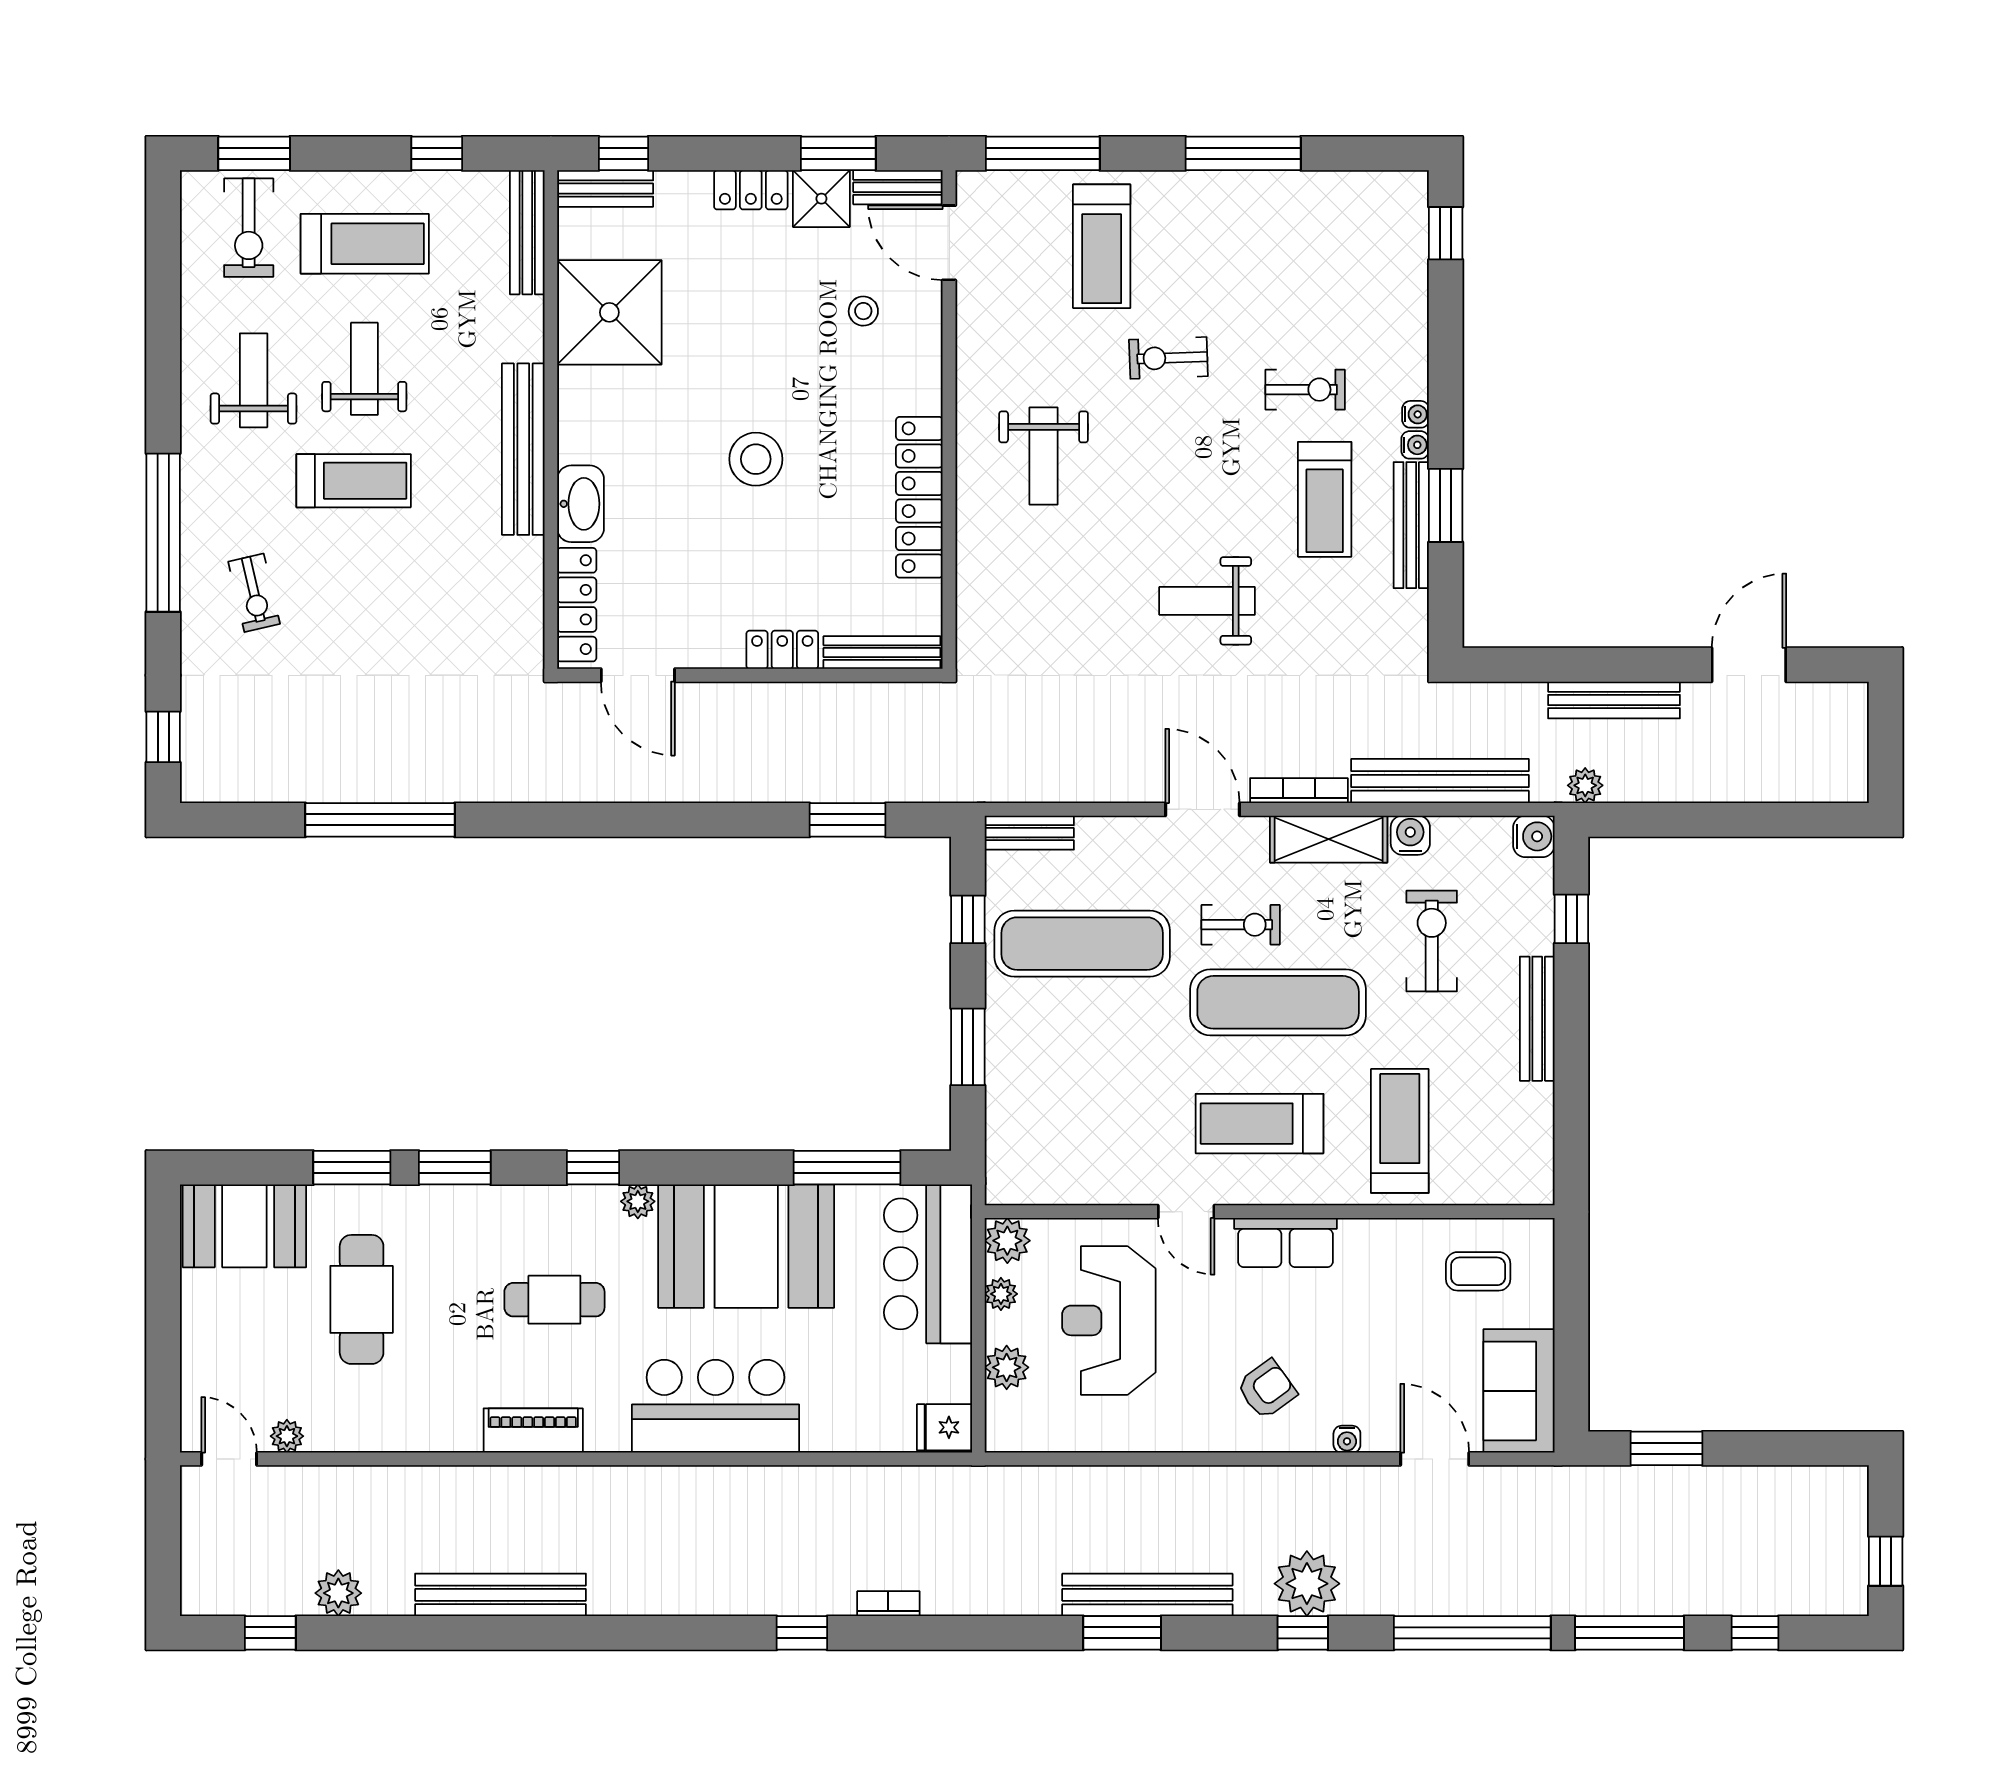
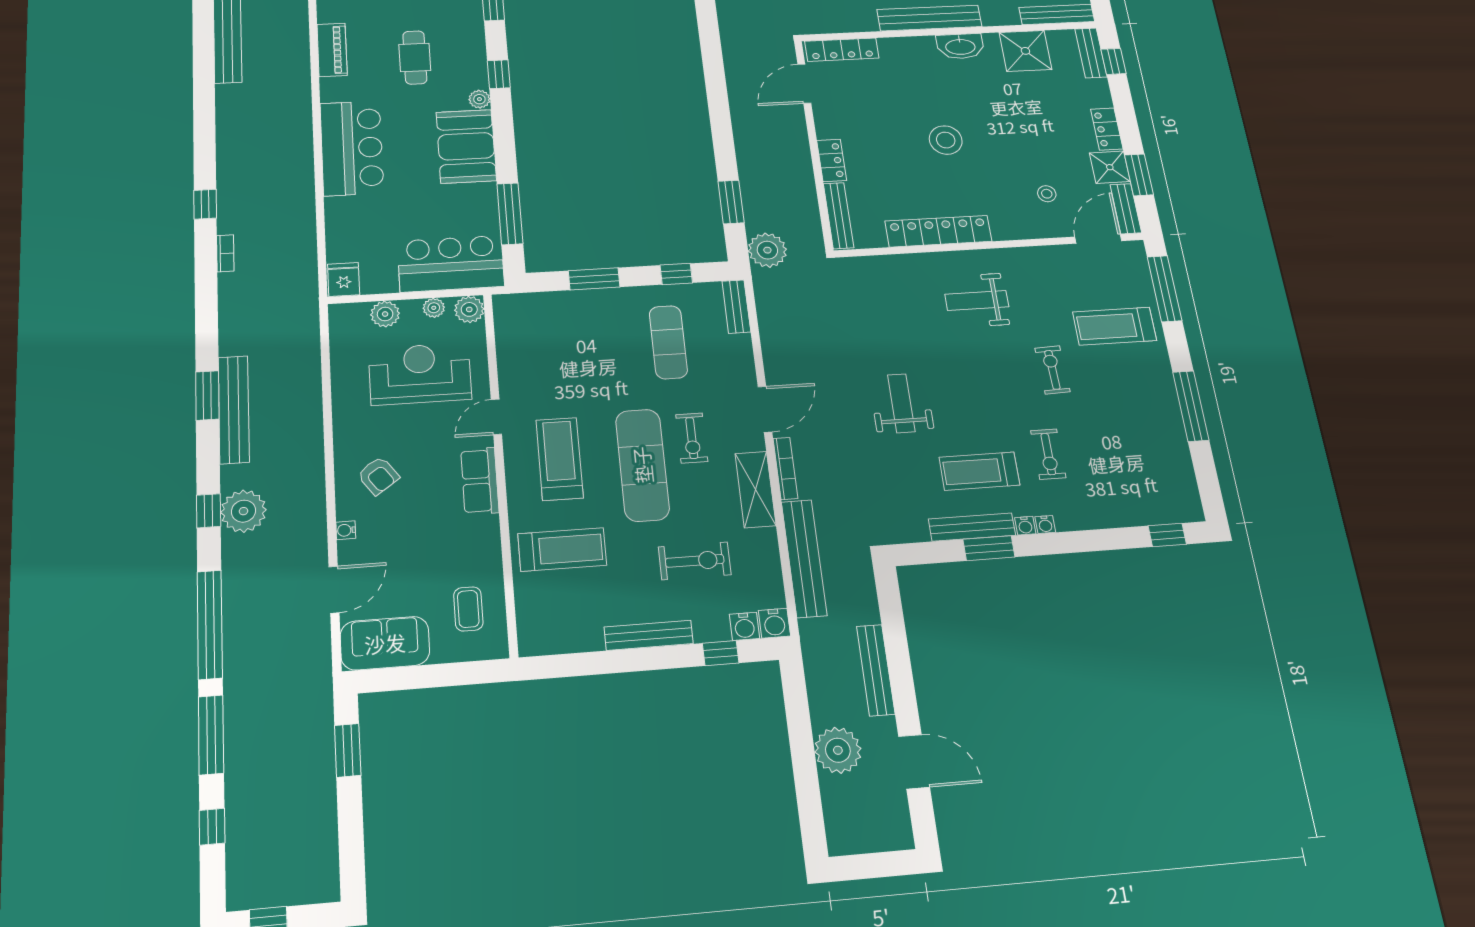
shower: (609, 312) -> (1025, 51), width x0.73, depth x0.73
washbasin: (581, 504) -> (960, 46), moved
plant: (936, 773) -> (767, 250), added
plant: (1585, 785) -> (838, 750), moved, width x1.87, depth x1.87
water cooler: (1410, 835) -> (744, 626), moved, turned 90
exercise mat: (1082, 944) -> (668, 342), width x0.73, depth x0.69
booth: (746, 1246) -> (466, 146), width x0.73, depth x0.70

